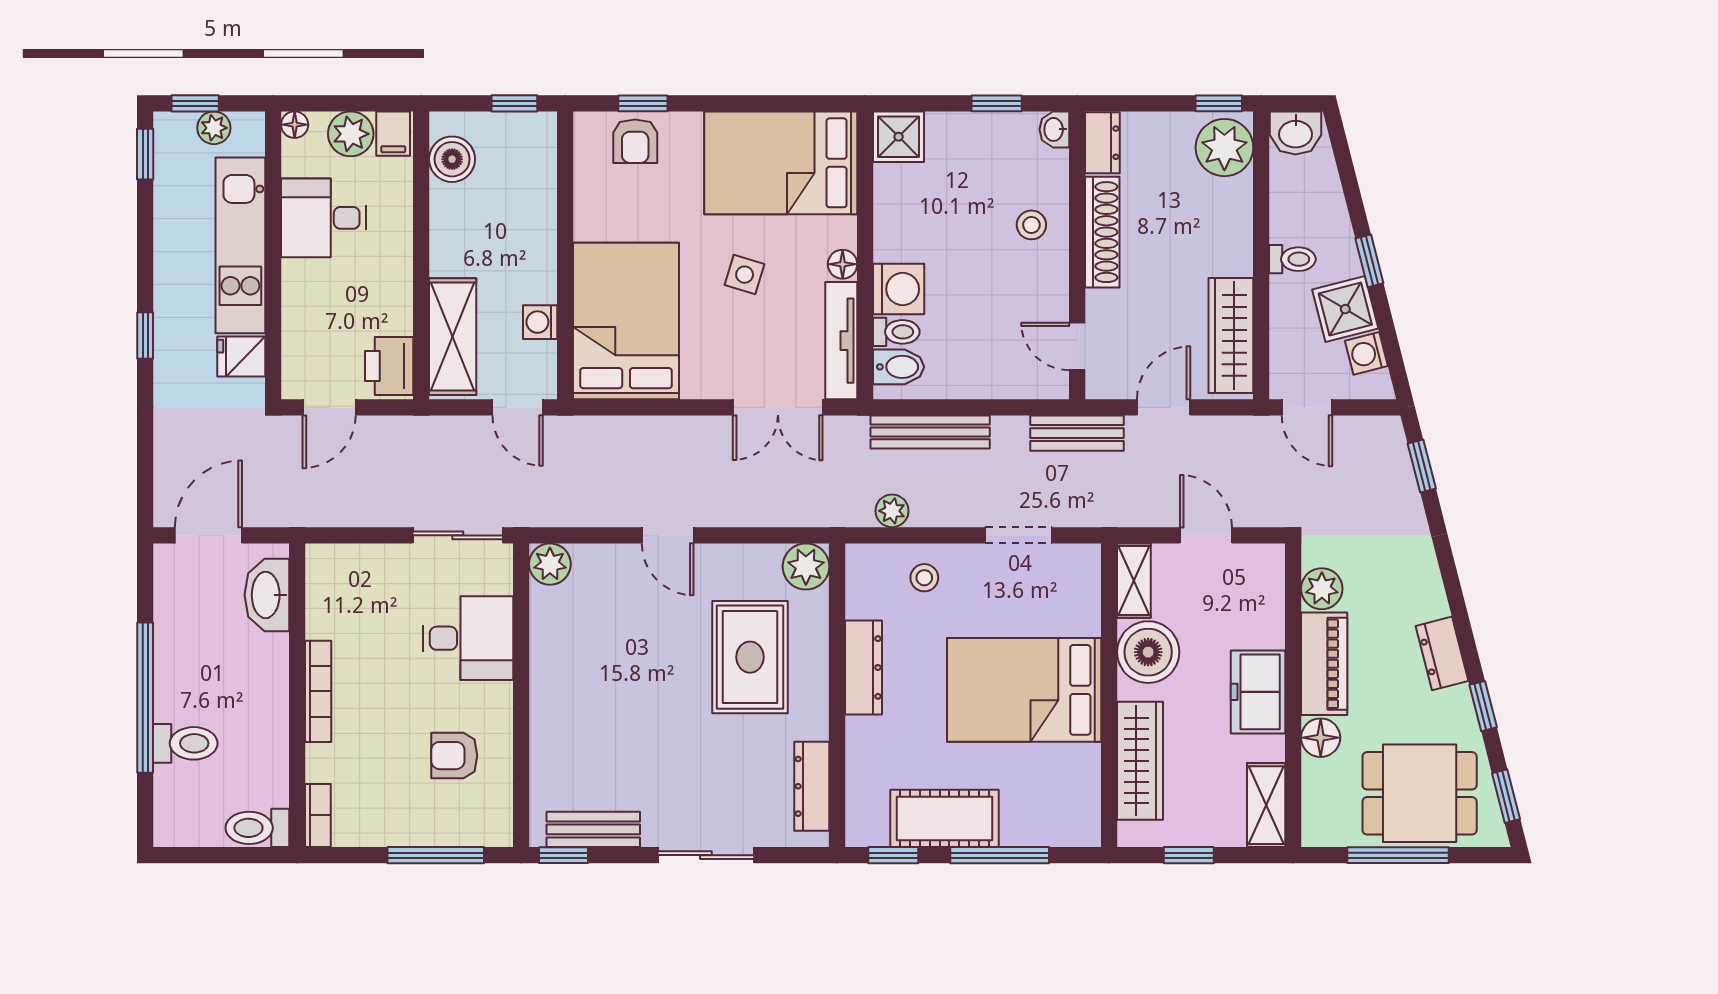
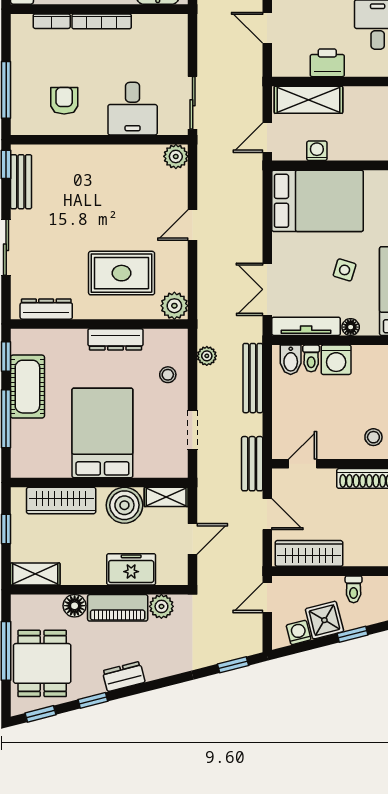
printer: (389, 366) -> (327, 63), moved
freezer: (1258, 692) -> (131, 569), moved
bookcase: (318, 815) -> (52, 21), moved

